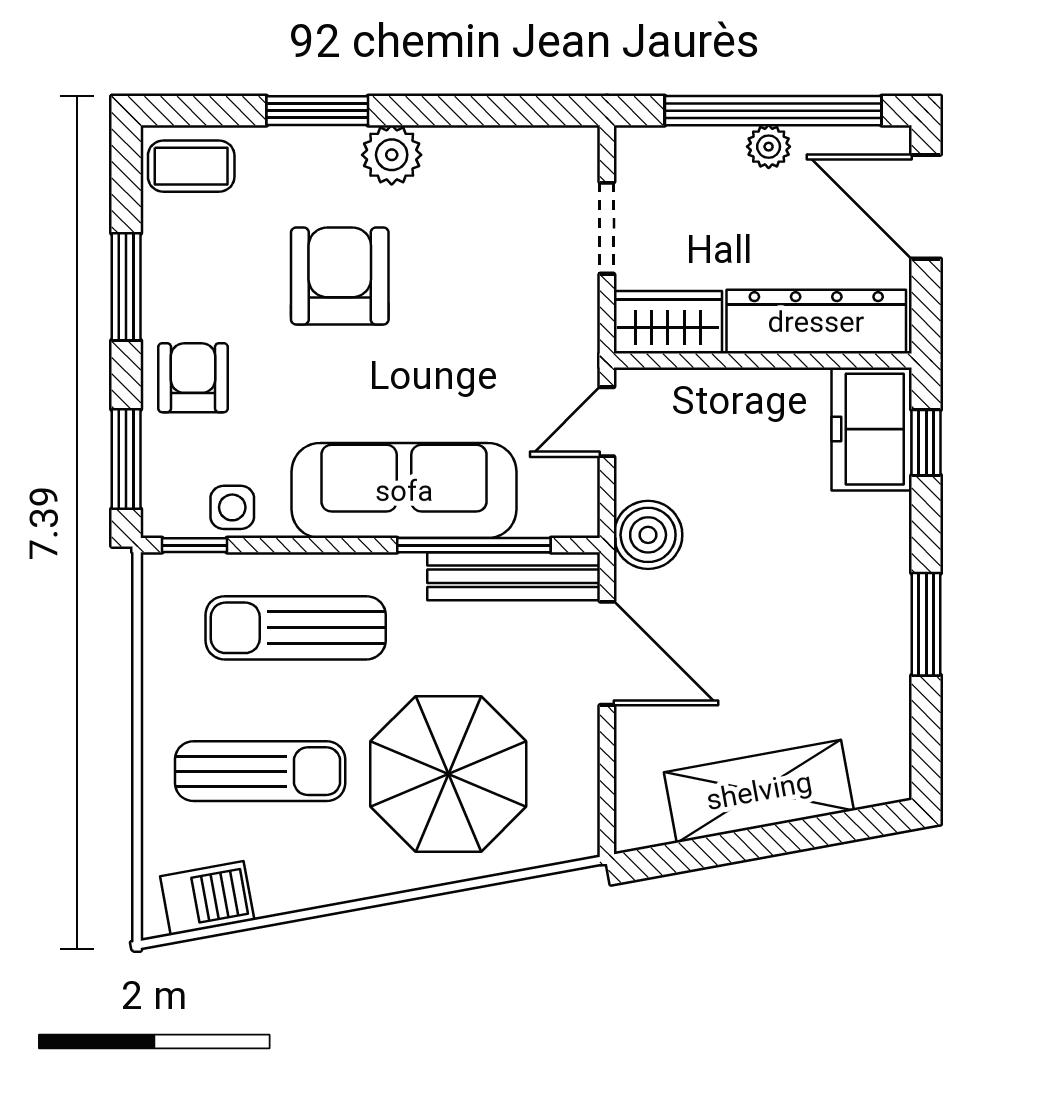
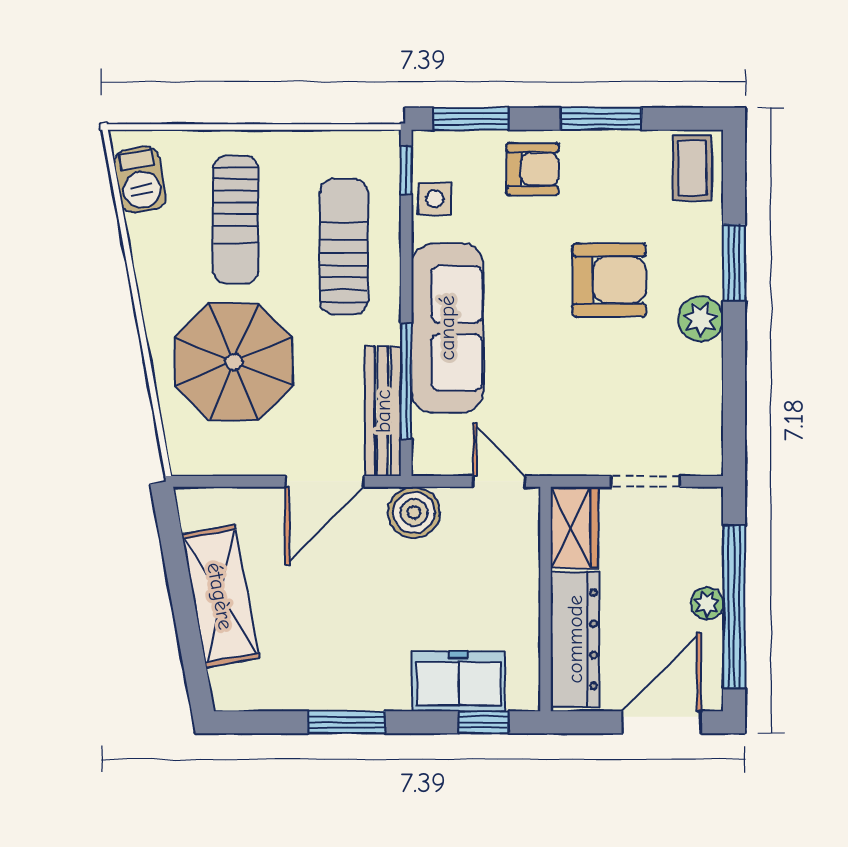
freezer: (872, 429) -> (458, 681), moved

